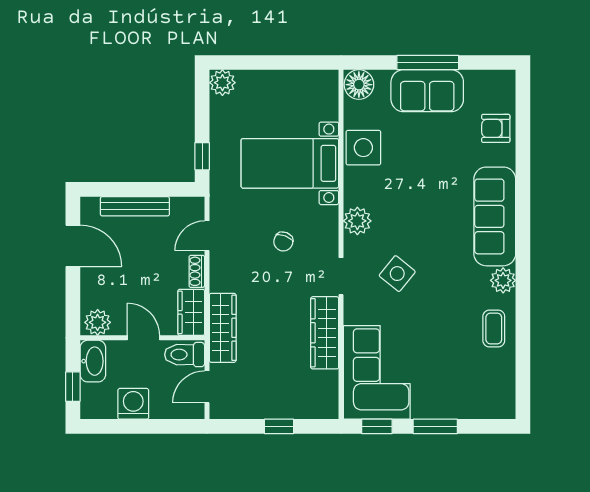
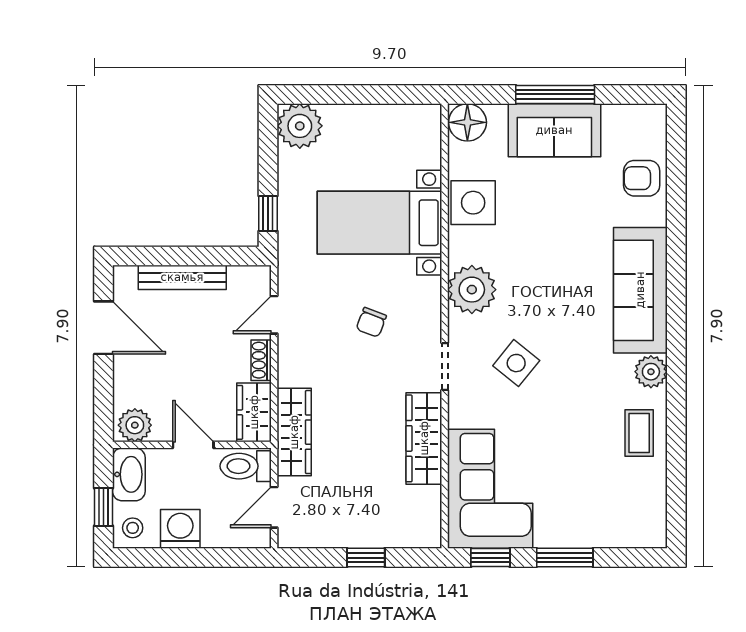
plant: (222, 83) -> (300, 126), width x1.36, depth x1.36
plant: (357, 221) -> (472, 290), width x1.36, depth x1.36
stool: (96, 403) -> (133, 528), added

